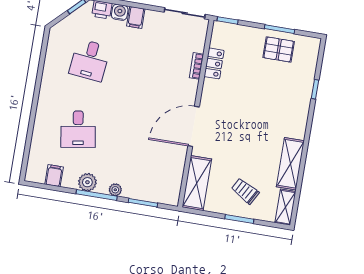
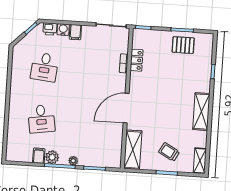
shelving: (290, 164) -> (201, 112), moved
filing cabinet: (54, 176) -> (39, 156), moved

